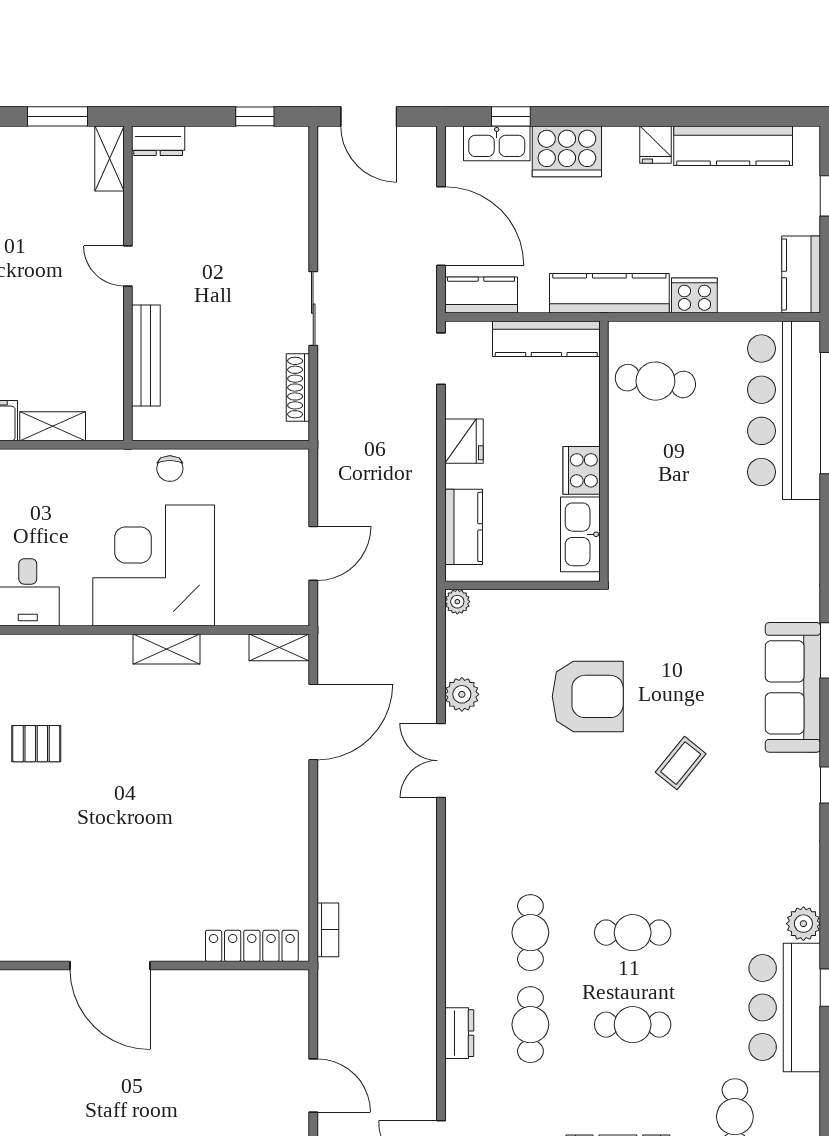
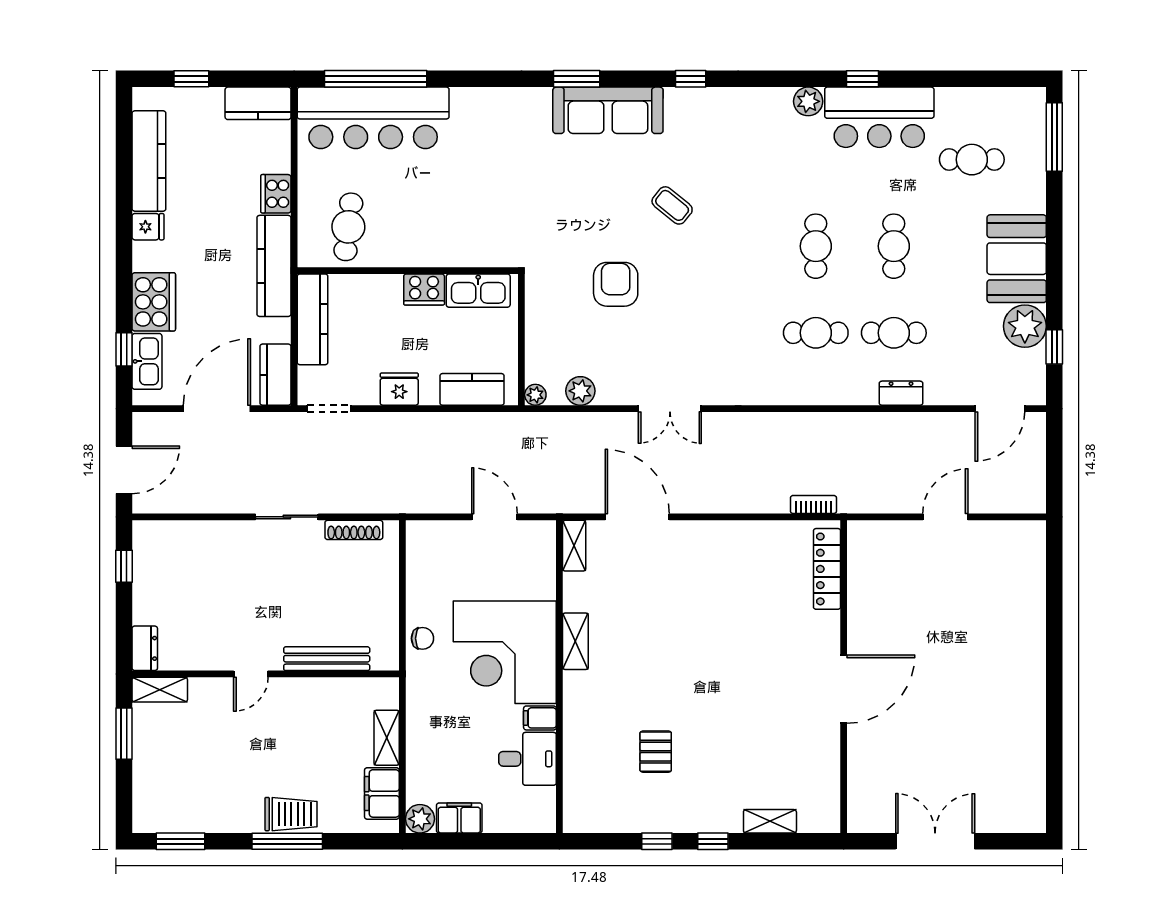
filing cabinet: (76, 607) -> (540, 718), added
plant: (462, 694) -> (580, 391), moved
armchair: (588, 696) -> (616, 284), width x0.73, depth x0.73

